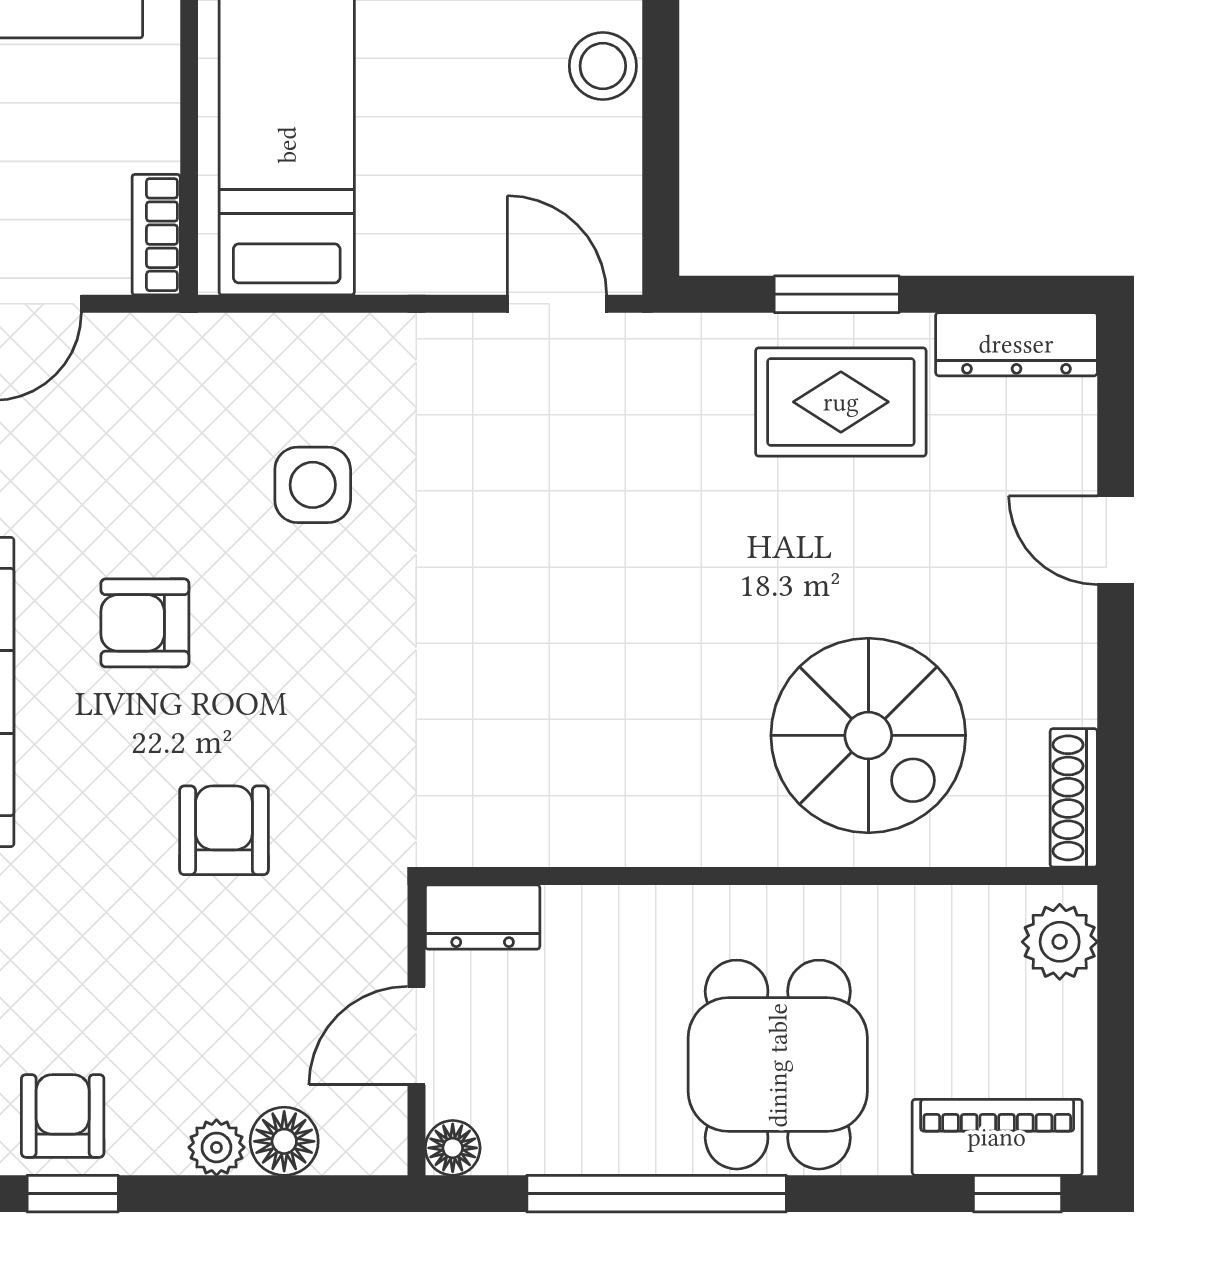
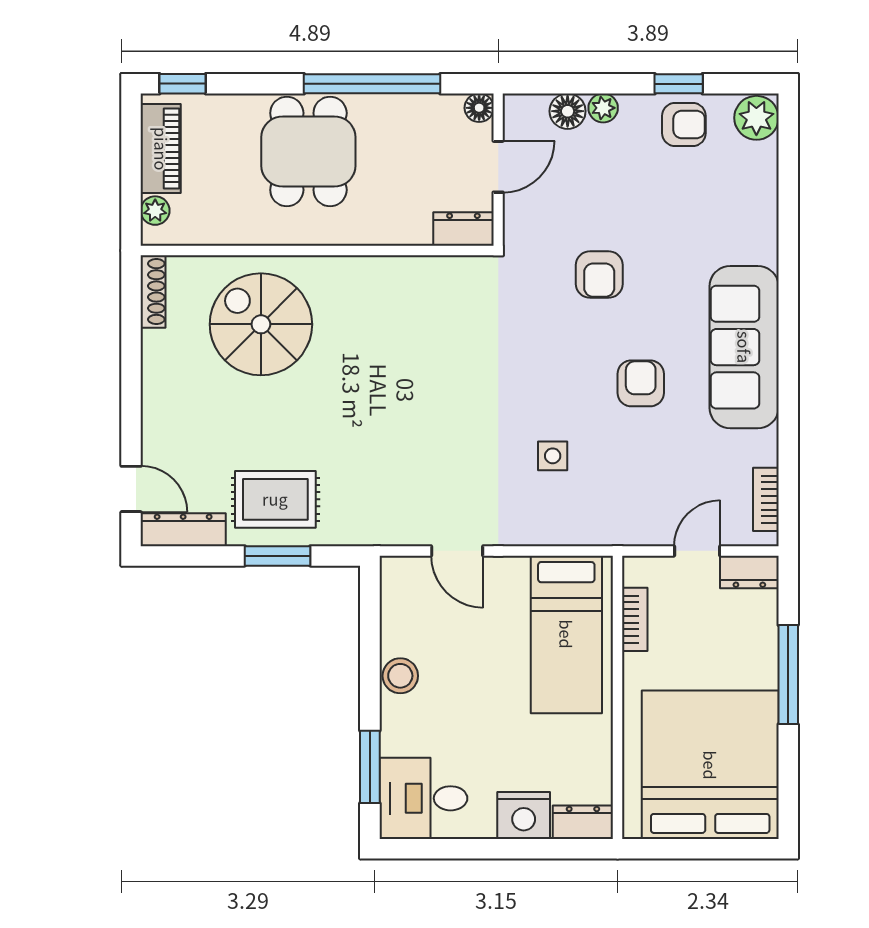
bookcase: (156, 235) -> (635, 619), moved
door: (557, 304) -> (457, 551), moved
side table: (313, 485) -> (553, 456), width x0.73, depth x0.73
door: (1116, 540) -> (131, 489), moved
armchair: (145, 623) -> (641, 383), turned -90
plant: (1060, 942) -> (155, 211), width x0.73, depth x0.73
armchair: (63, 1116) -> (684, 125), turned -90
piano: (997, 1137) -> (161, 149), moved, turned -90

